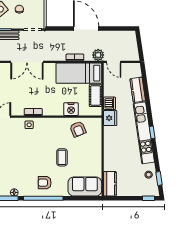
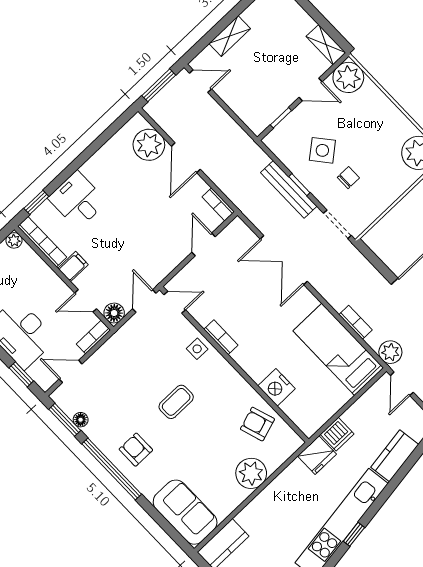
cot: (95, 95) -> (329, 403), removed
armchair: (78, 129) -> (257, 424), turned 94
plant: (94, 149) -> (251, 473), added
coffee table: (62, 157) -> (176, 402), moved

